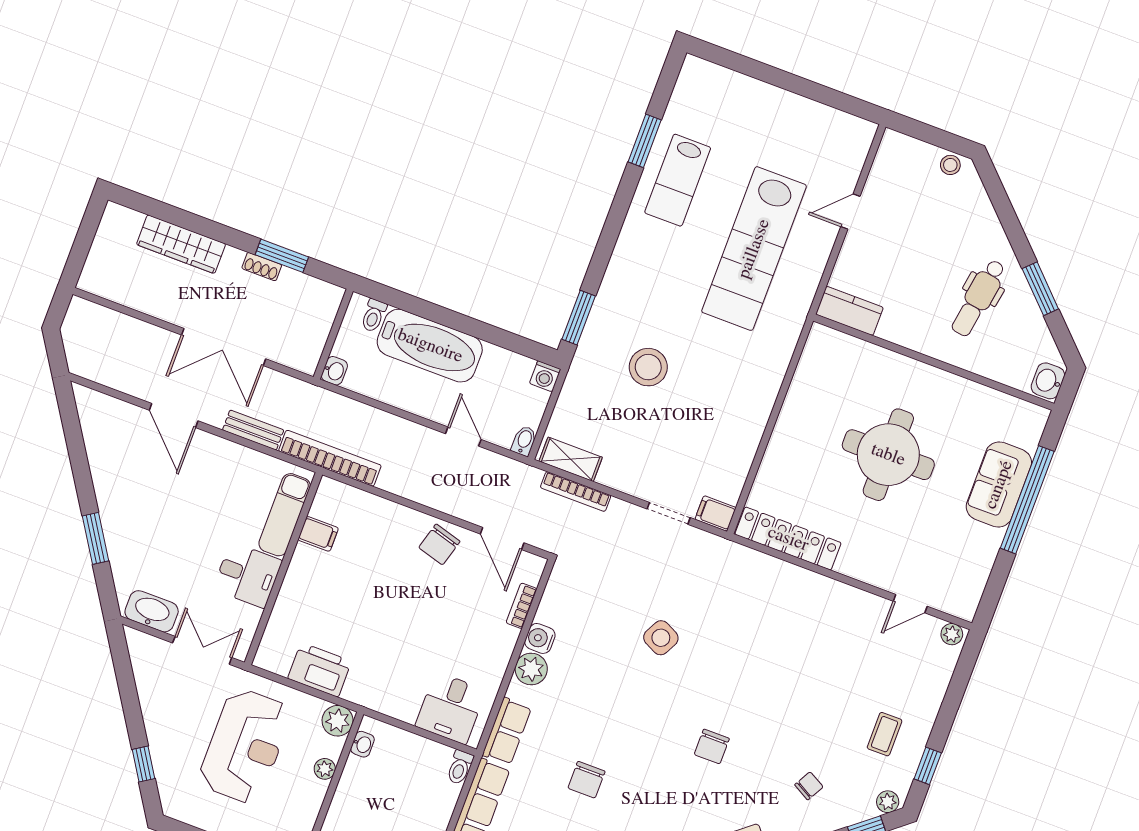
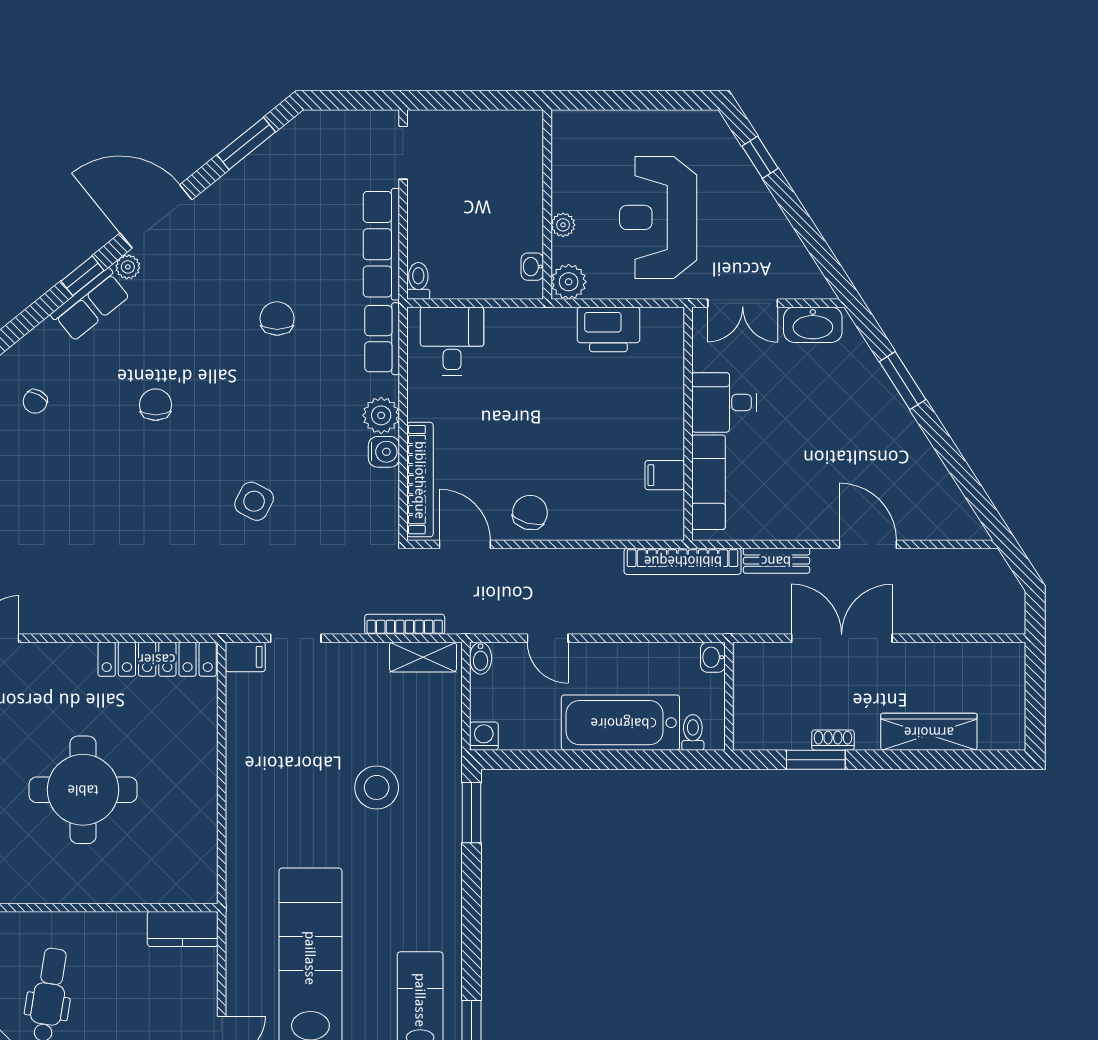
bookcase: (522, 606) -> (420, 480), width x2.31, depth x1.31

